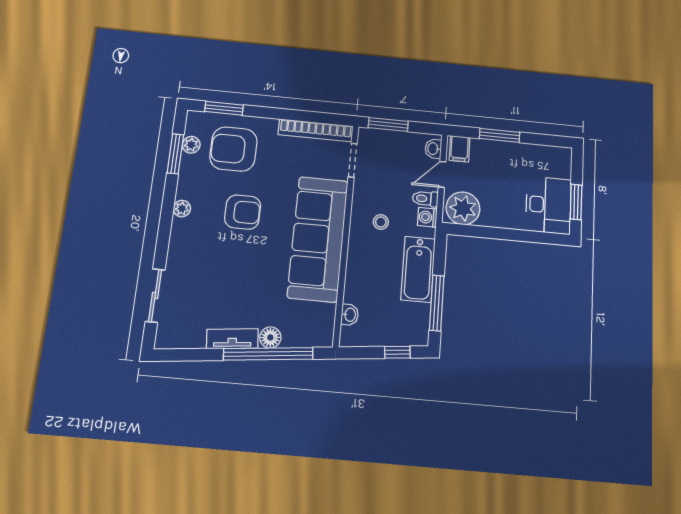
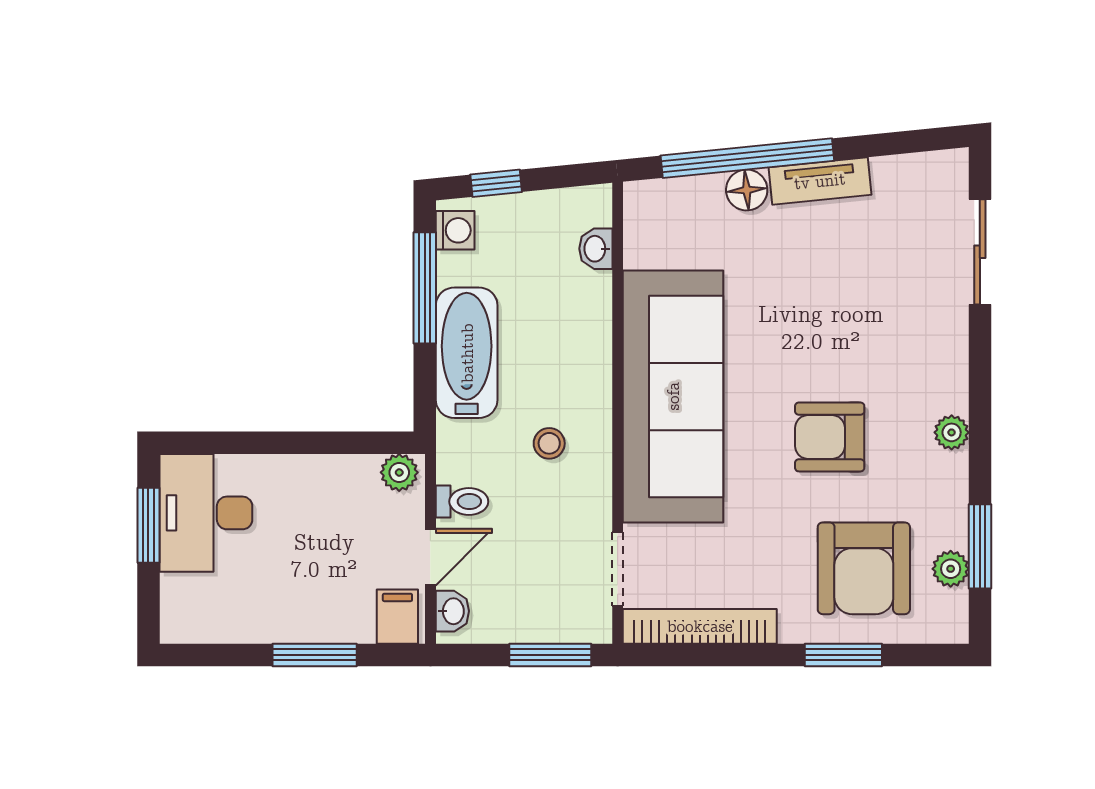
window: (224, 108) -> (843, 655), moved
armchair: (233, 149) -> (864, 568), turned 90
plant: (463, 208) -> (399, 472), width x0.53, depth x0.53
washing machine: (427, 217) -> (455, 230), moved

